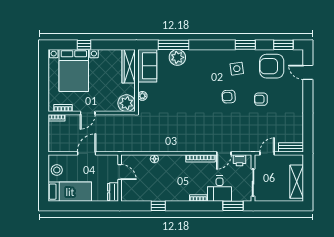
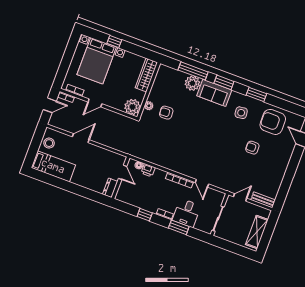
window: (283, 45) -> (224, 82), moved
sofa: (147, 66) -> (214, 93), moved, turned 90
armchair: (229, 97) -> (166, 113), moved
door: (44, 132) -> (50, 105), added
door: (224, 153) -> (202, 183), hinge flipped
printer: (240, 160) -> (148, 170), moved
door: (120, 172) -> (123, 172), moved
wall: (120, 178) -> (121, 178), moved
dresser: (113, 192) -> (110, 188), moved
window: (158, 206) -> (145, 215), moved
window: (233, 206) -> (179, 227), moved

